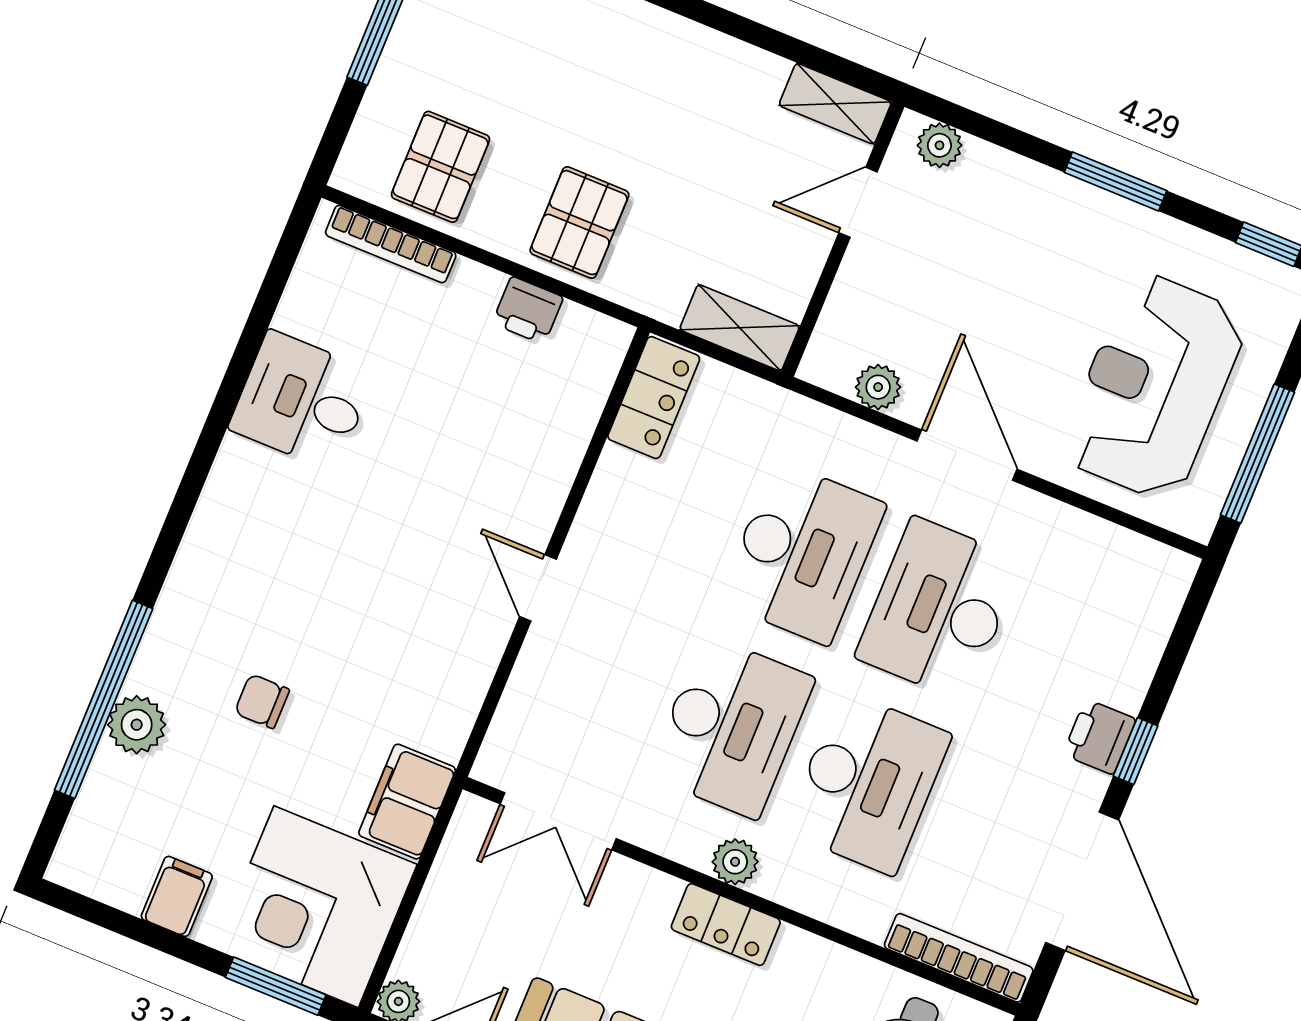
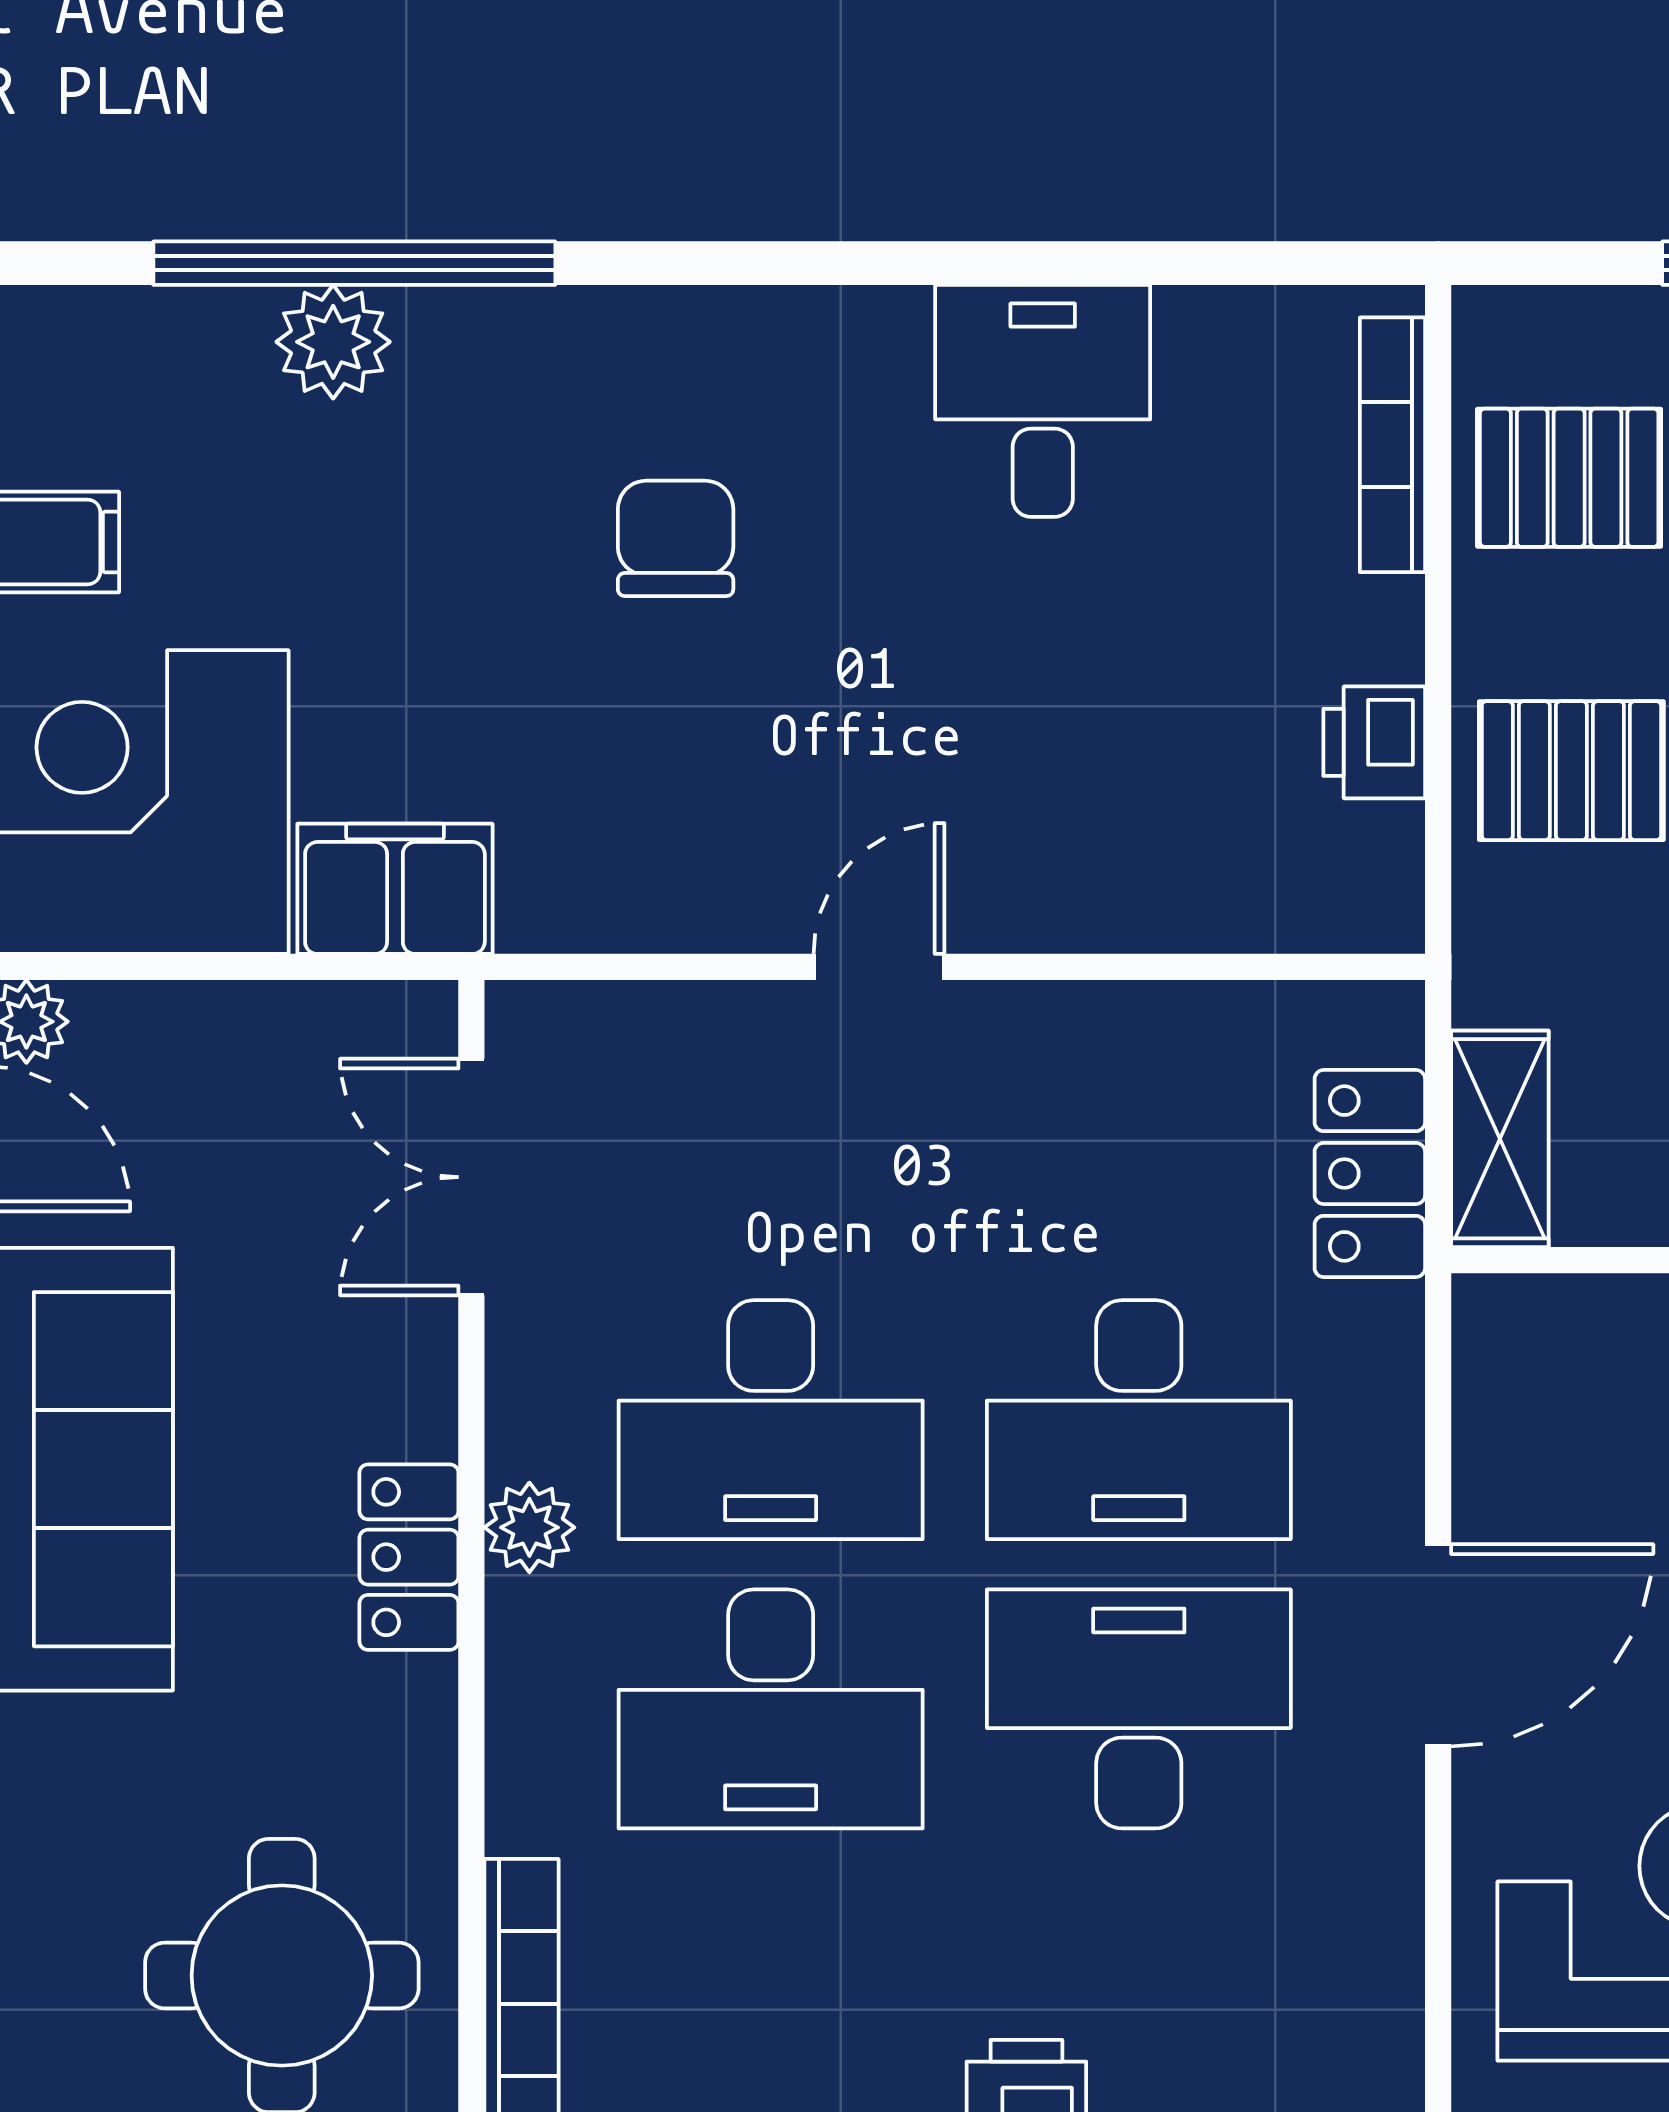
plant: (878, 387) -> (1495, 1434), removed
locker: (654, 398) -> (1370, 1173), moved, turned 90
chair: (262, 701) -> (676, 538), moved, width x1.37, depth x1.37

